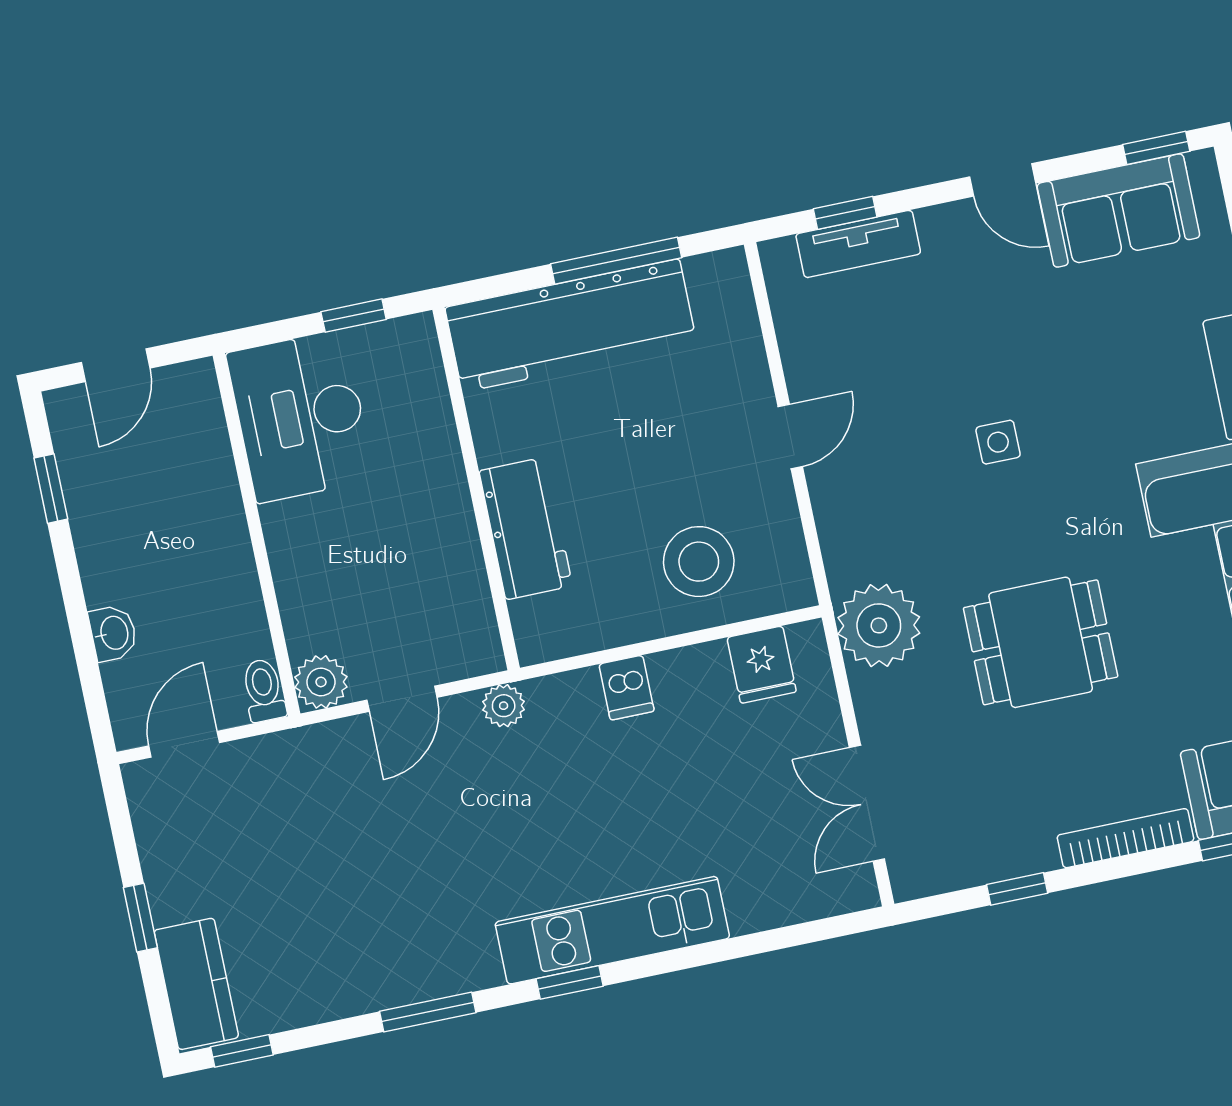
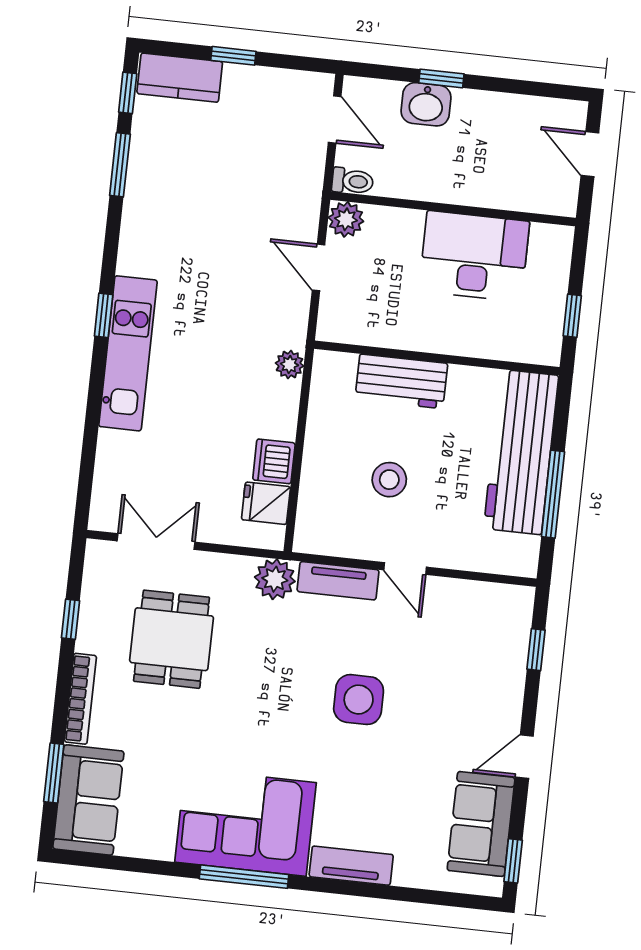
tv unit: (858, 244) -> (338, 581), moved, turned -90
desk: (300, 416) -> (474, 256), moved
side table: (998, 442) -> (359, 700), width x1.87, depth x1.87
window: (51, 489) -> (441, 78), moved
stool: (699, 562) -> (389, 480), moved, width x0.73, depth x0.73
plant: (879, 625) -> (275, 579), width x0.73, depth x0.73
washbasin: (113, 633) -> (426, 104), width x1.38, depth x1.45
dining table: (1041, 642) -> (172, 639), moved
dishwasher: (627, 688) -> (274, 461), moved, width x1.38
plant: (504, 706) -> (289, 365), moved
window: (428, 1012) -> (120, 165), moved

